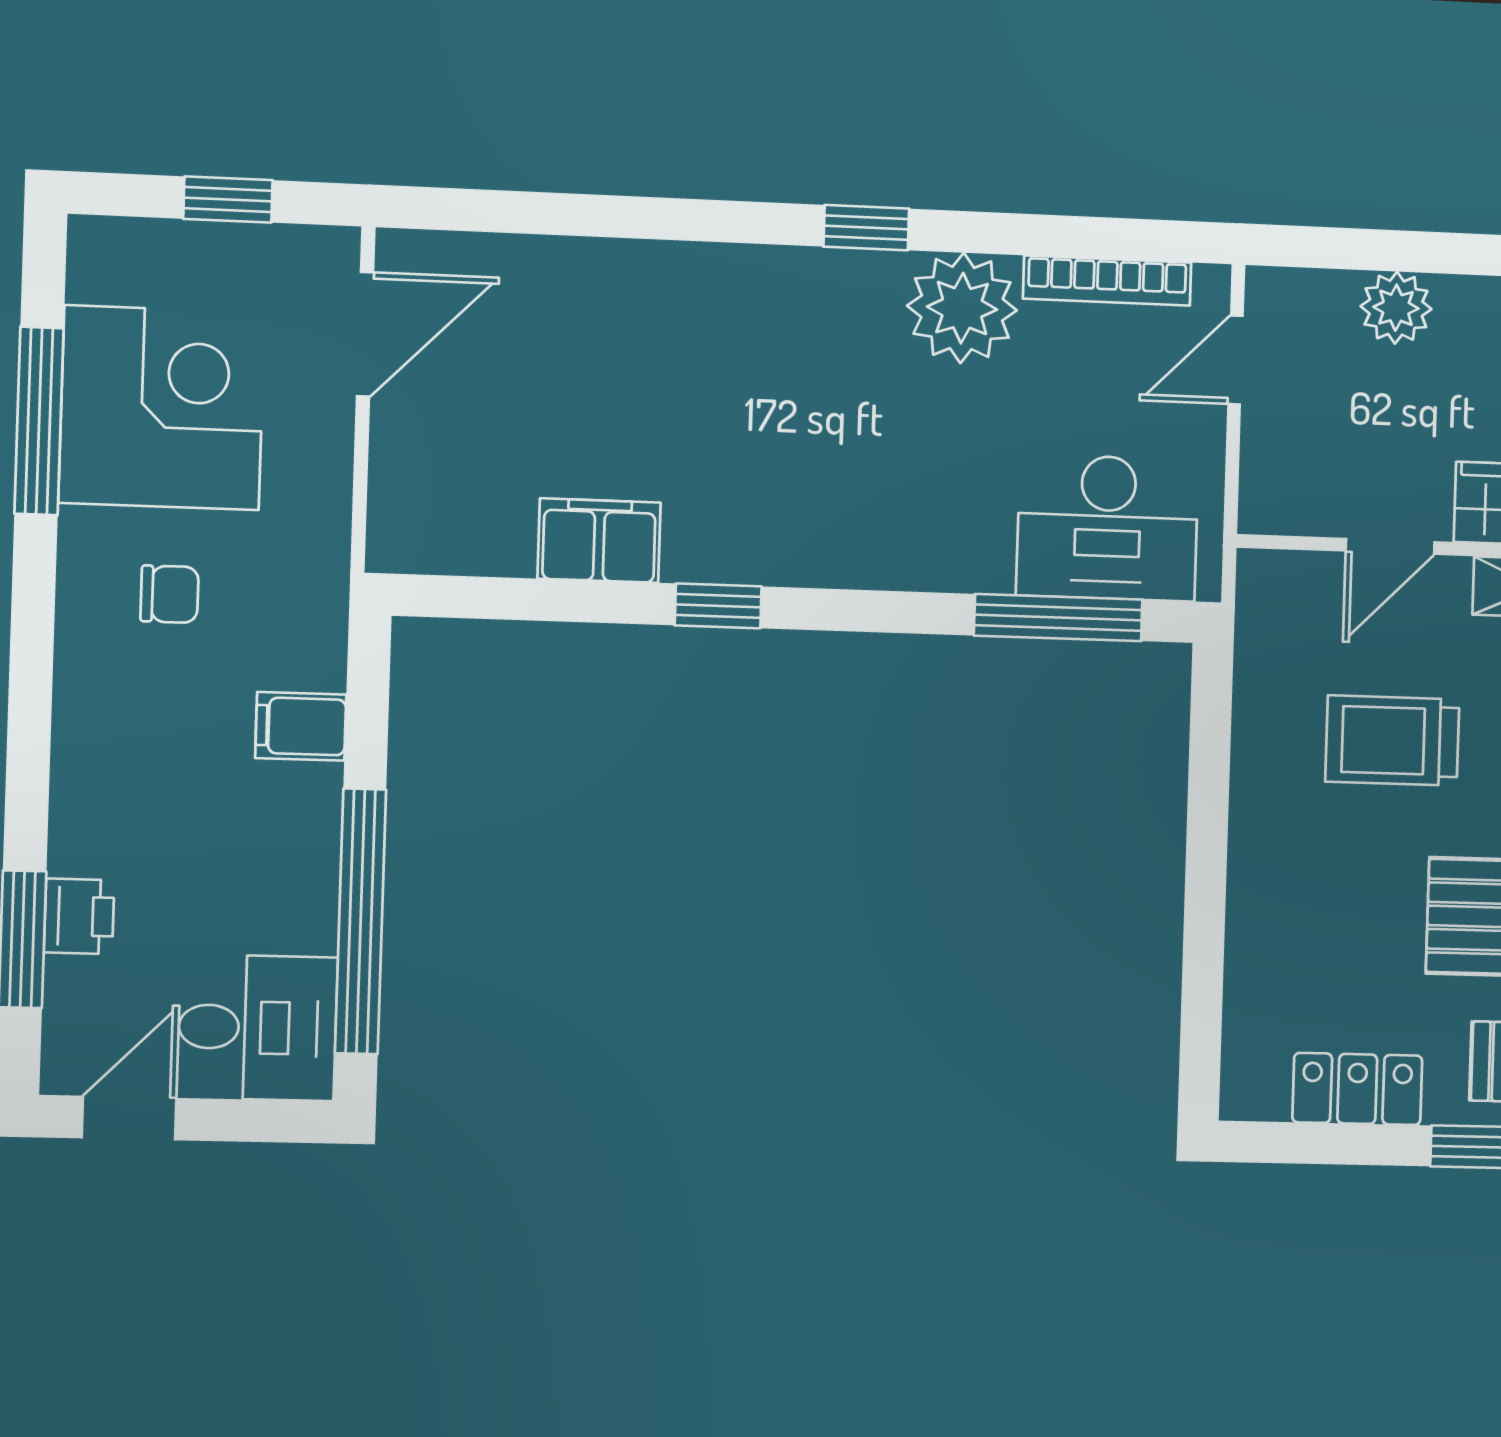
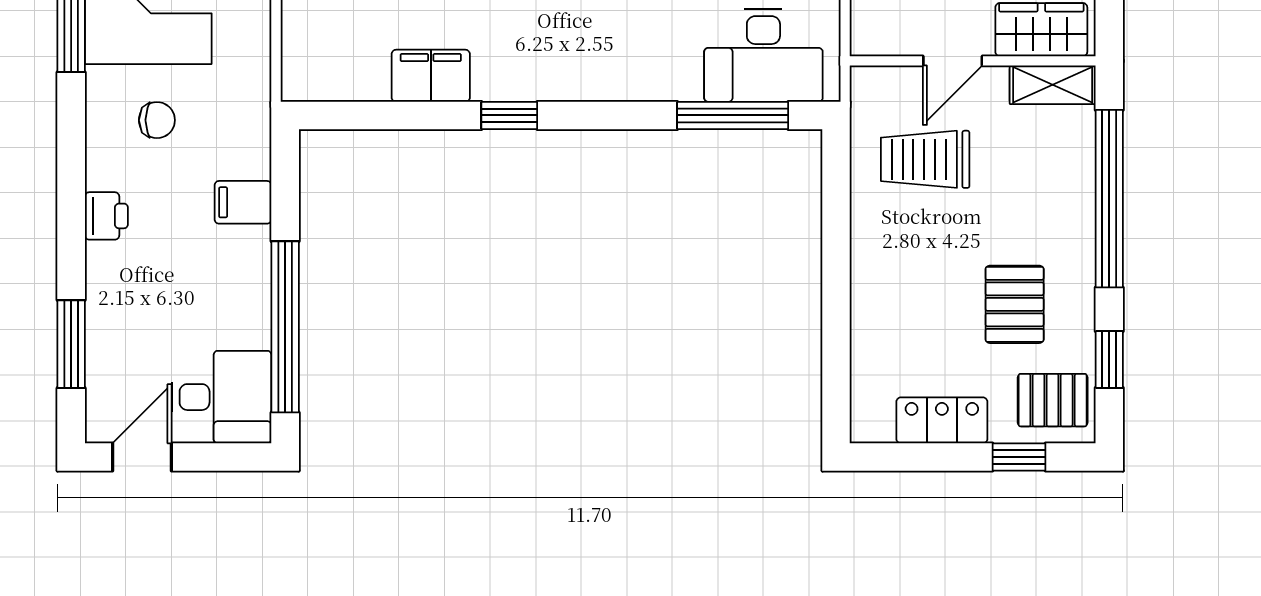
trolley: (1392, 740) -> (925, 159), moved
printer: (79, 916) -> (106, 216), moved

